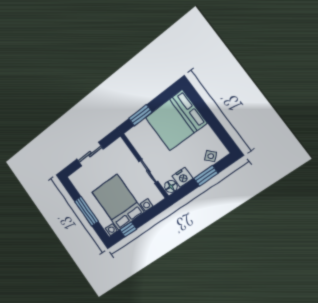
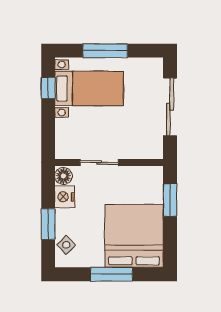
window: (209, 116) -> (112, 274), added
sliding door: (90, 154) -> (170, 107), width x1.37
bed with nightstands: (118, 202) -> (89, 89), width x0.73

